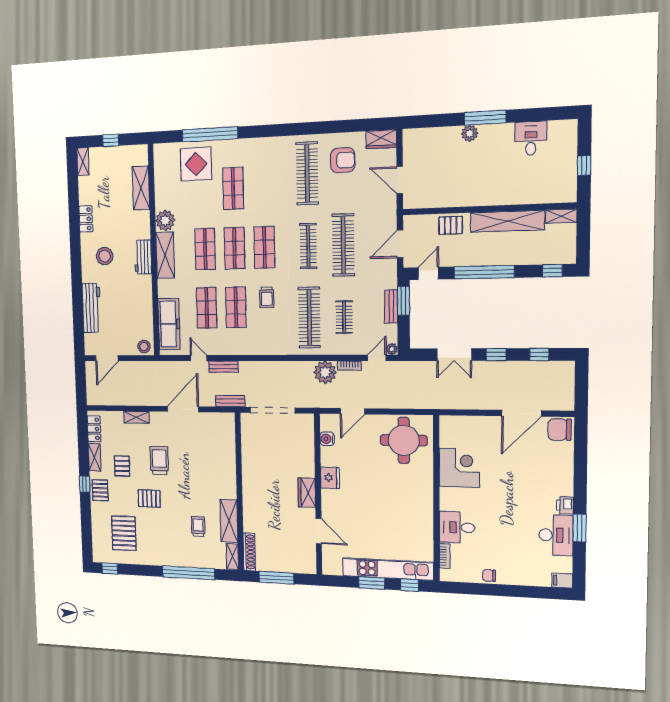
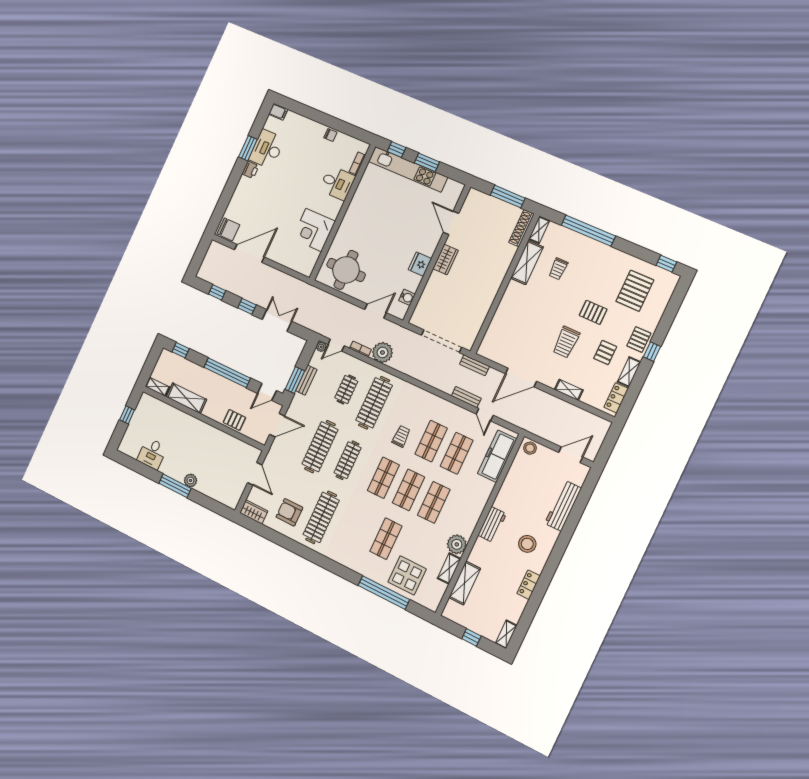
shelving: (507, 221) -> (186, 398), width x0.68
shelving: (165, 255) -> (449, 568), moved, width x0.67, depth x0.75

